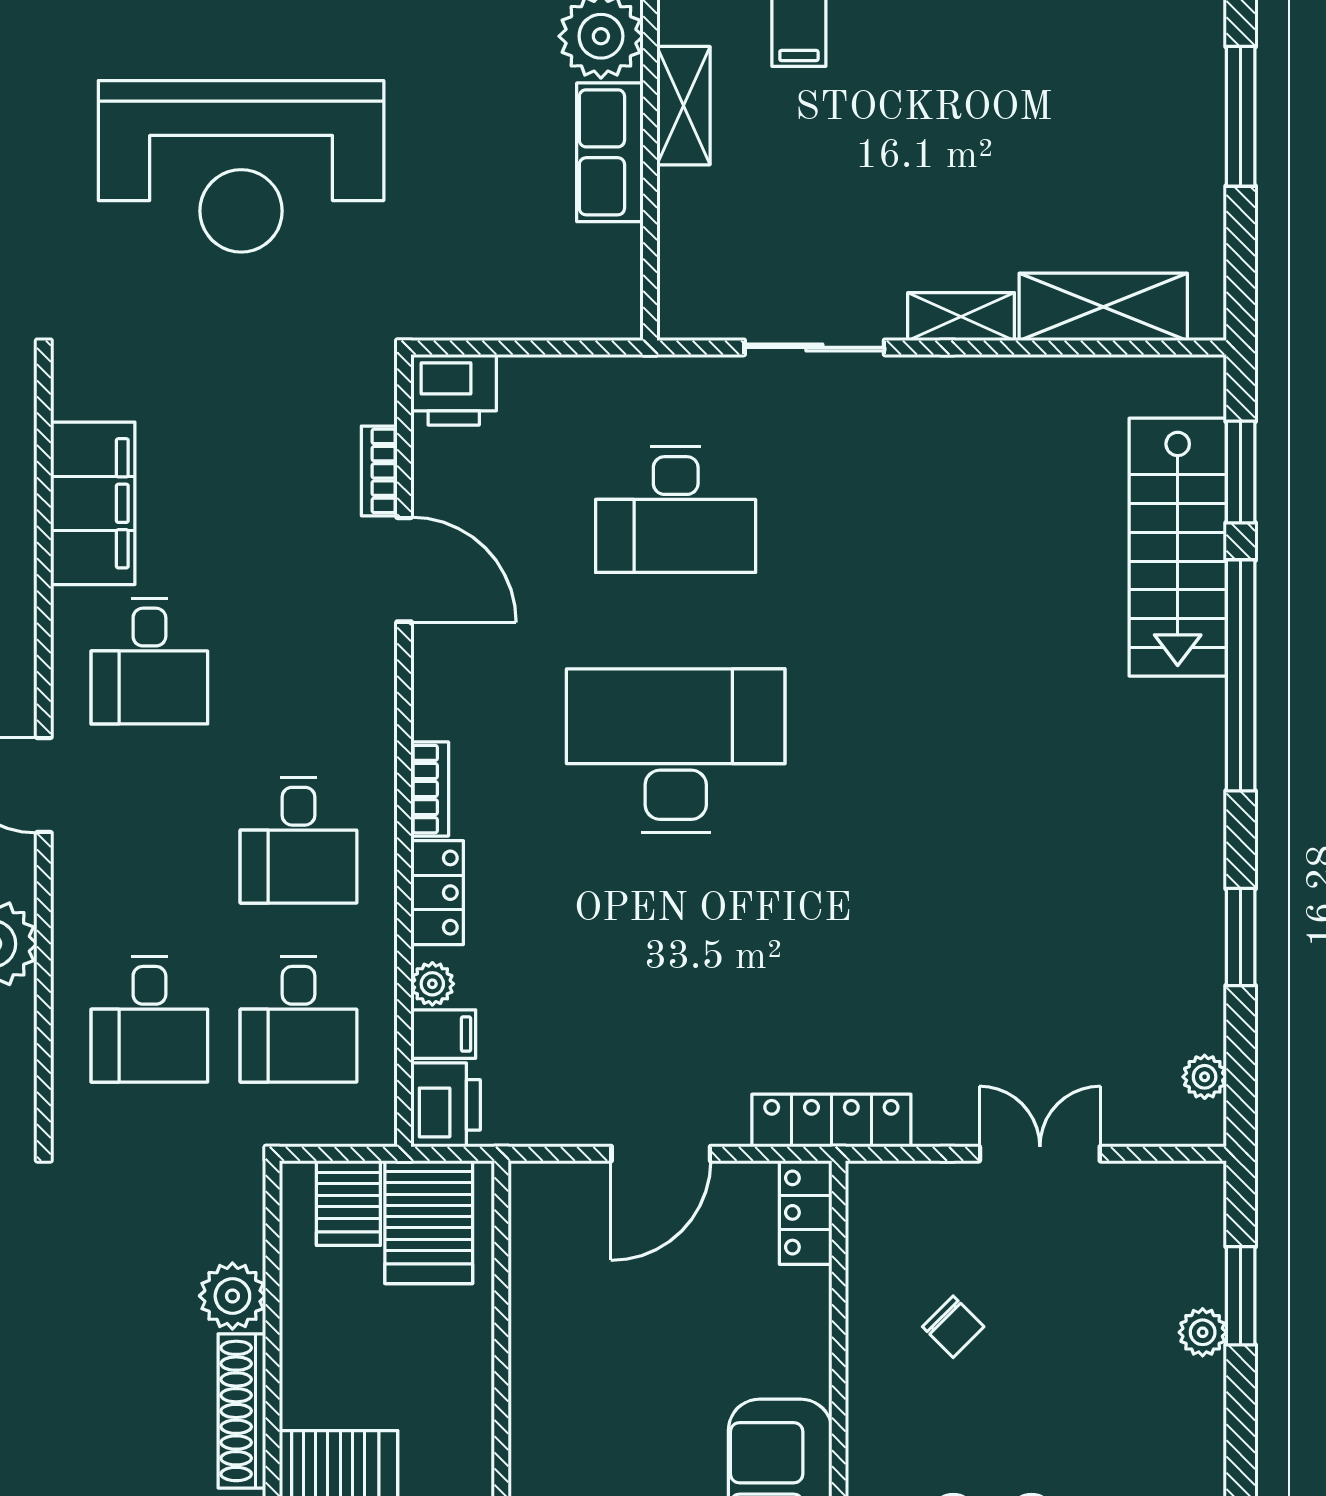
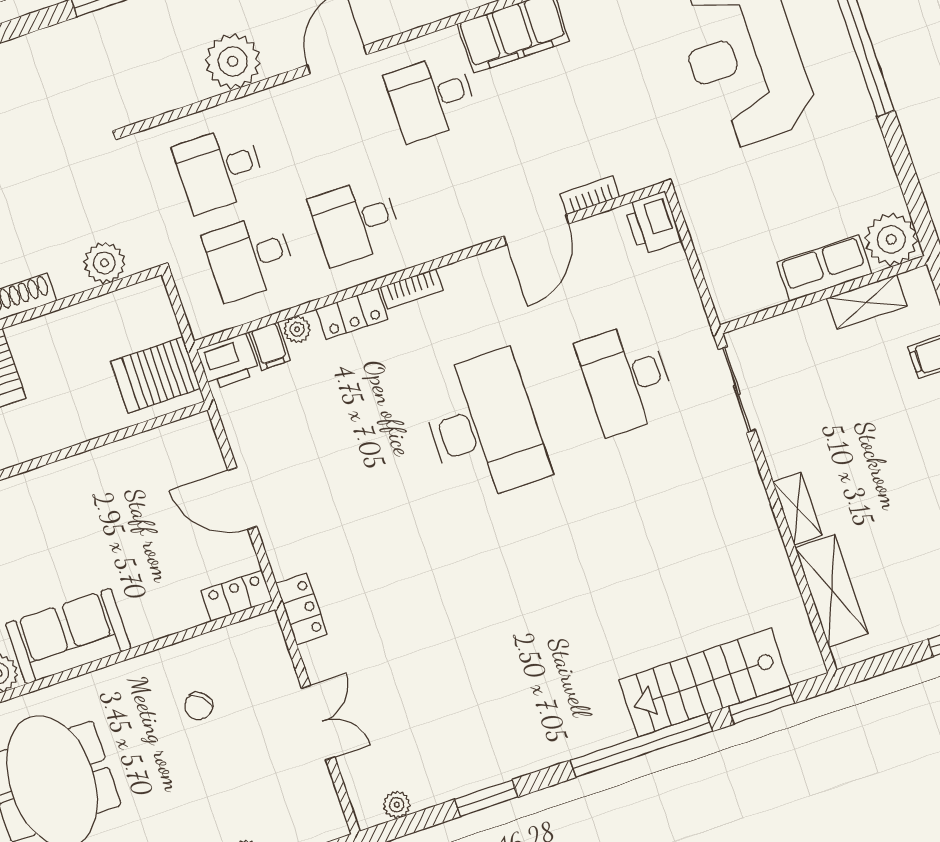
sliding door: (814, 347) -> (737, 390), moved
locker: (831, 1120) -> (302, 609), width x0.66
server rack: (348, 1203) -> (151, 324), removed
plant: (232, 1296) -> (104, 263), moved

